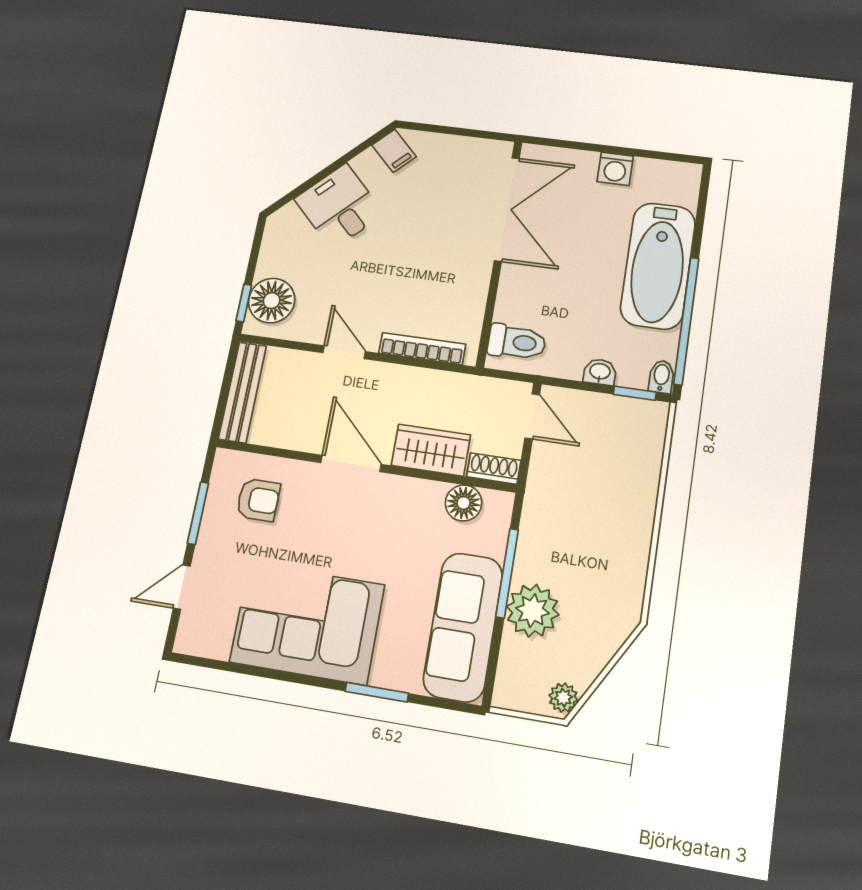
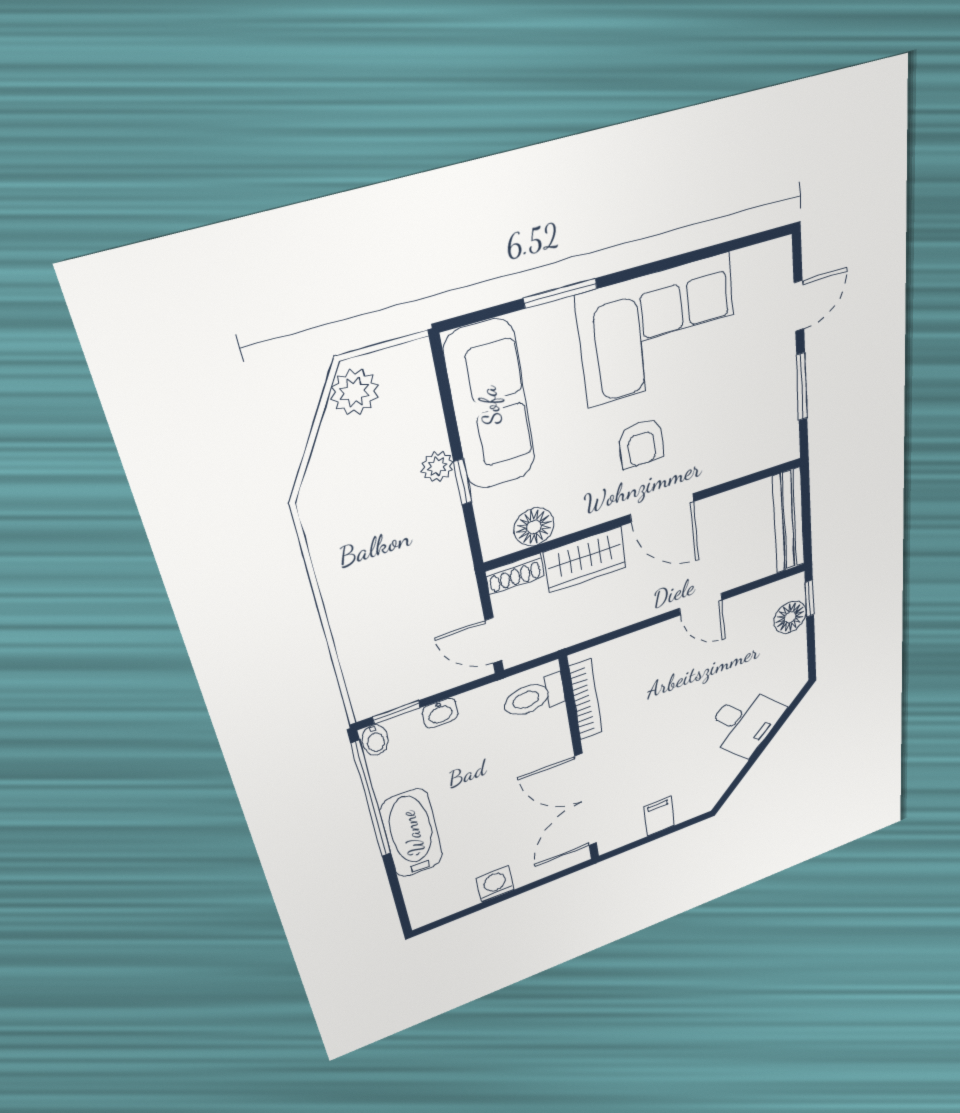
filing cabinet: (394, 151) -> (659, 816), moved, turned 45
bathtub: (658, 266) -> (412, 833), width x0.73, depth x0.73
floor lamp: (272, 301) -> (790, 617), width x0.73, depth x0.73
bookcase: (422, 349) -> (586, 700), moved, turned -90
armchair: (258, 500) -> (641, 443), moved, turned -90
window: (507, 573) -> (463, 482), width x0.46
plant: (533, 611) -> (437, 467), width x0.53, depth x0.53
plant: (563, 698) -> (355, 392), width x1.38, depth x1.38

